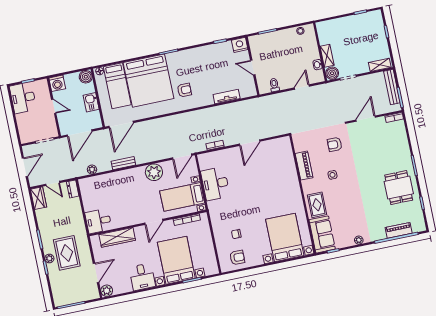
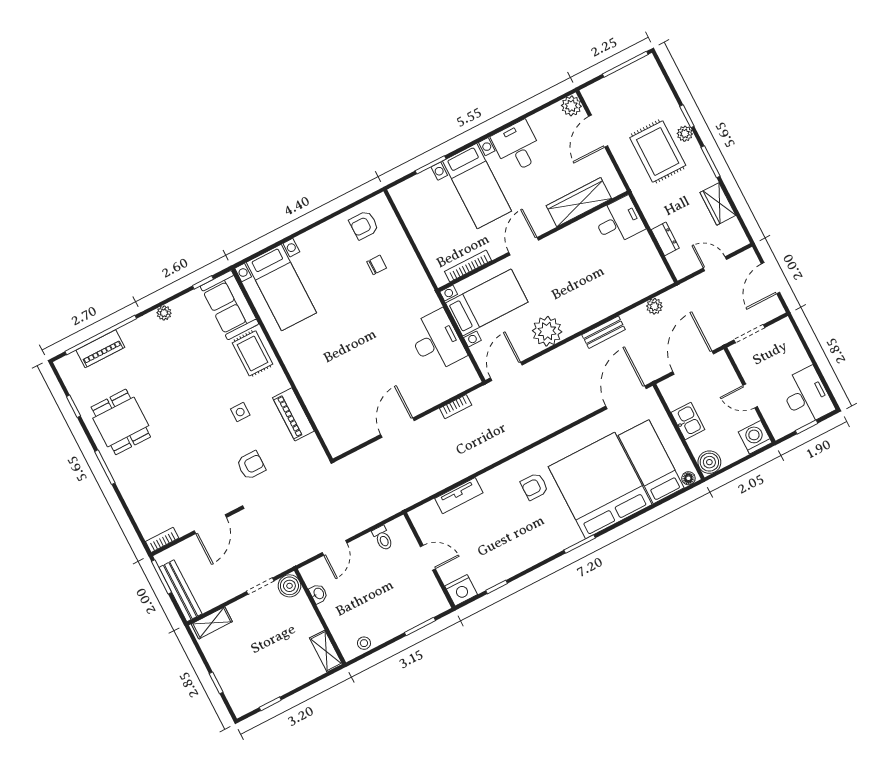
shelving: (327, 56) -> (326, 651), moved
dresser: (73, 189) -> (665, 239), moved
wardrobe: (38, 198) -> (718, 204), moved
bed with nightstands: (285, 237) -> (281, 288), width x0.73
bed with nightstands: (176, 260) -> (477, 186), width x0.73

